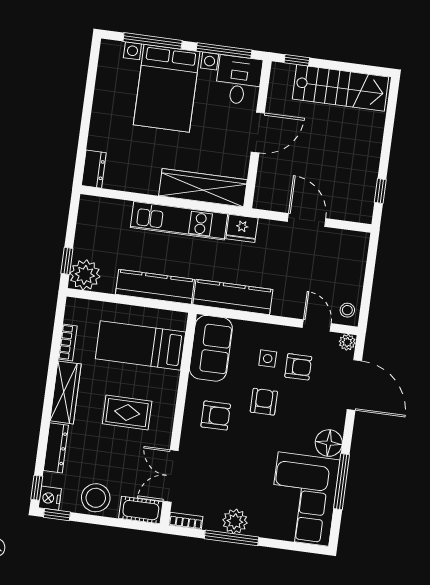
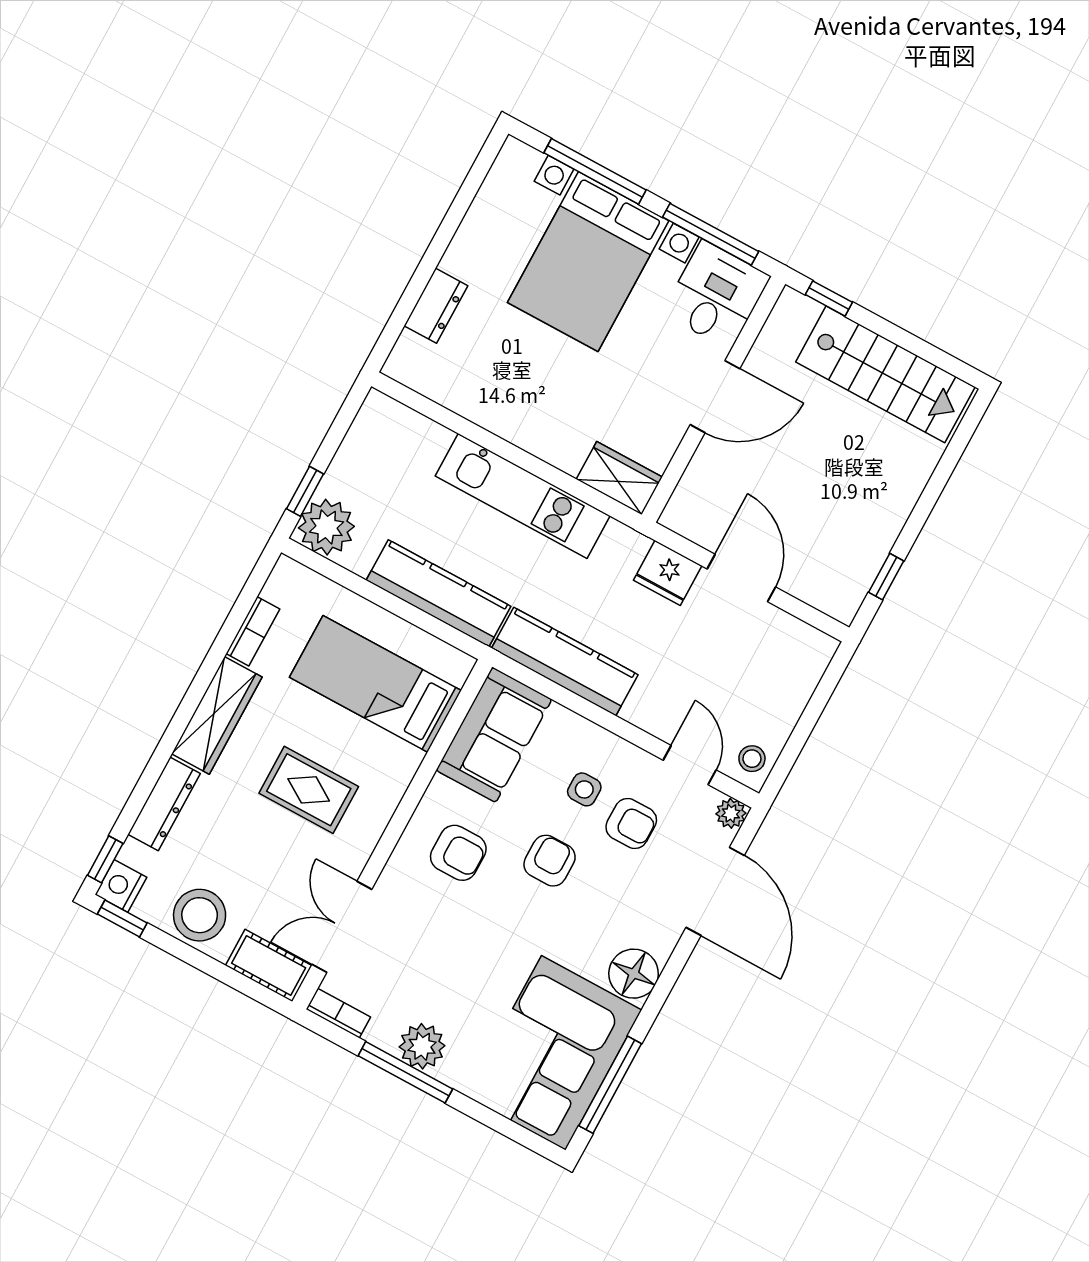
dresser: (94, 169) -> (436, 306), moved
wardrobe: (203, 188) -> (619, 478), width x0.48, depth x0.85
fridge: (242, 228) -> (668, 573), moved
window: (342, 482) -> (610, 1085), moved

